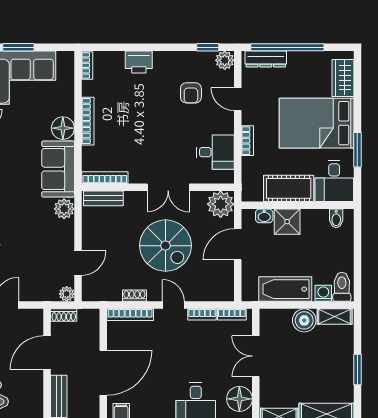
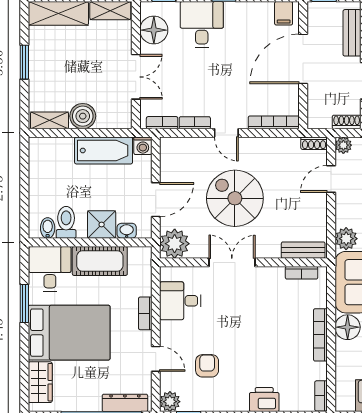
bookcase: (105, 178) -> (302, 273), width x0.64
toilet: (342, 287) -> (66, 222), moved, turned 180
washing machine: (323, 293) -> (143, 146), moved
shoe rack: (134, 296) -> (314, 143), moved

